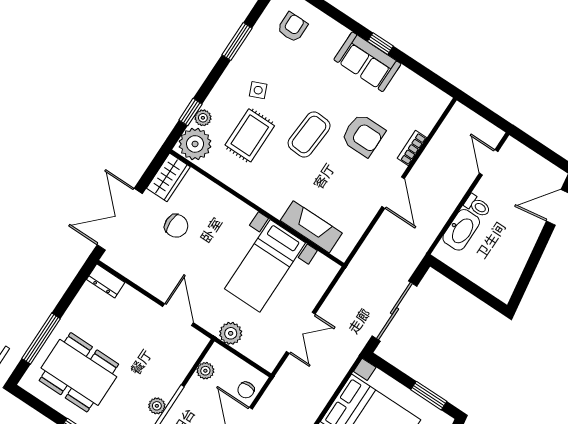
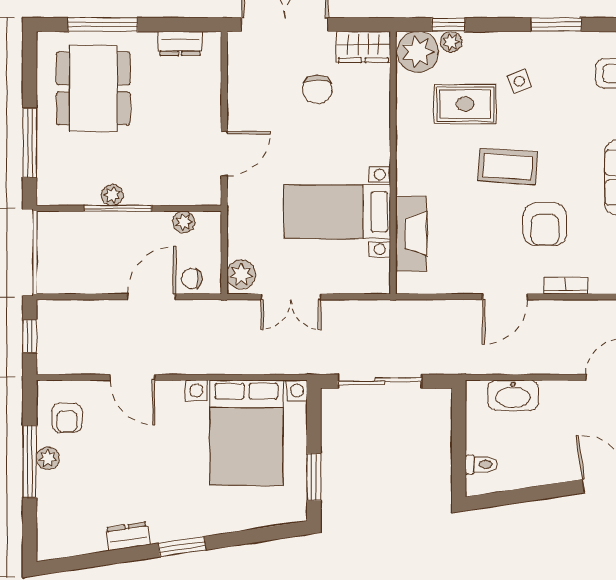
toilet: (477, 206) -> (481, 464), moved, turned -90
dresser: (106, 281) -> (180, 43), moved, turned -90
plant: (231, 333) -> (241, 274), moved

